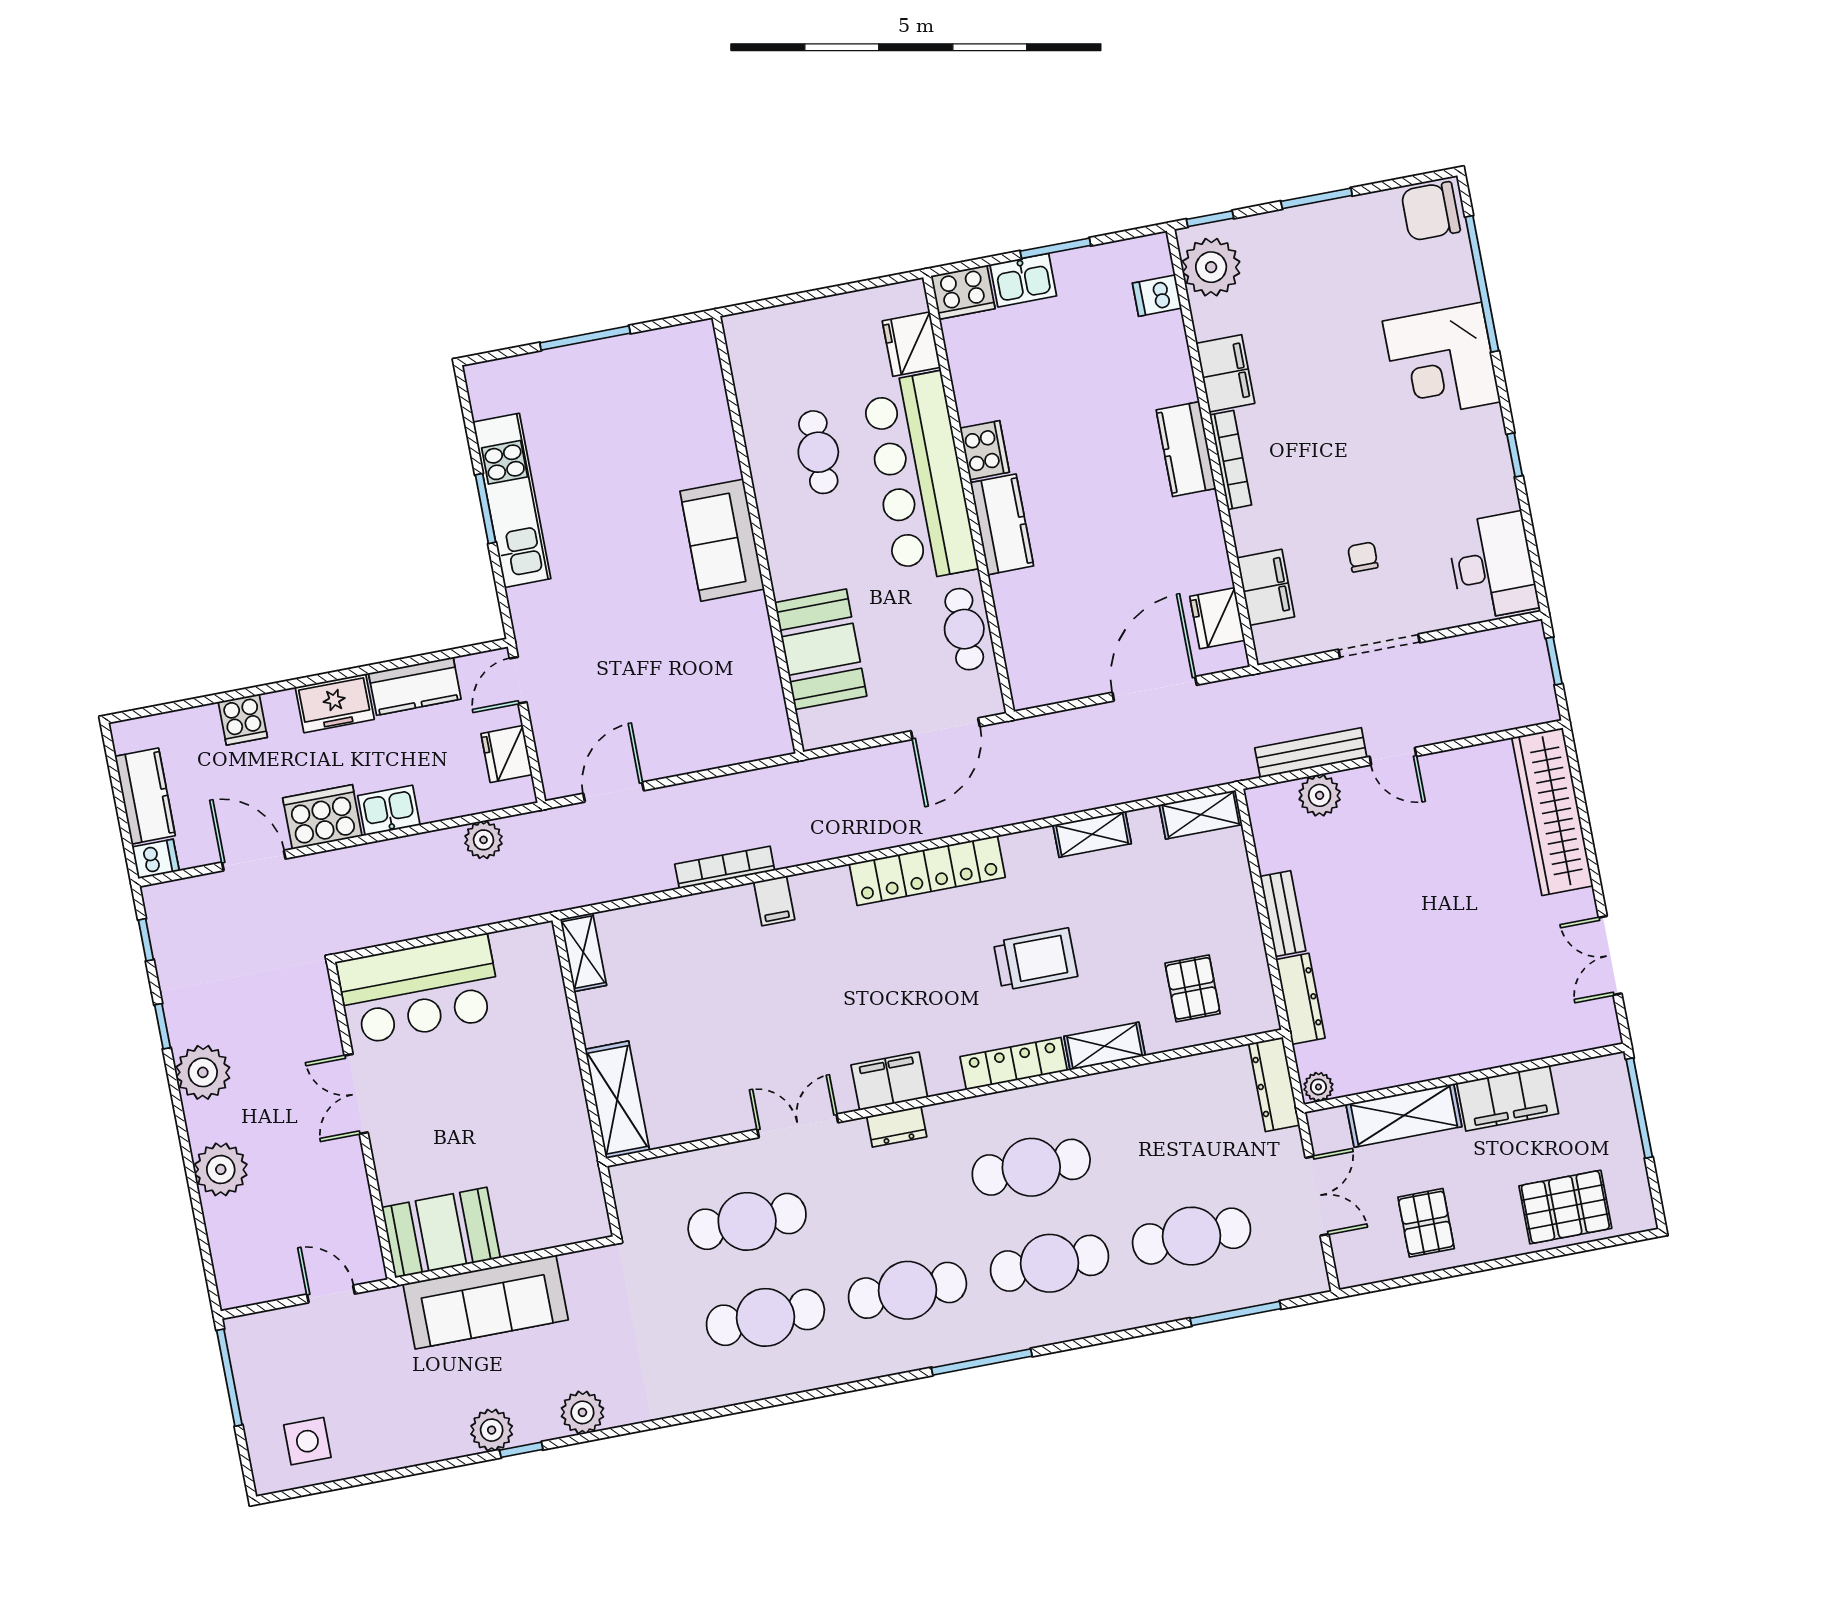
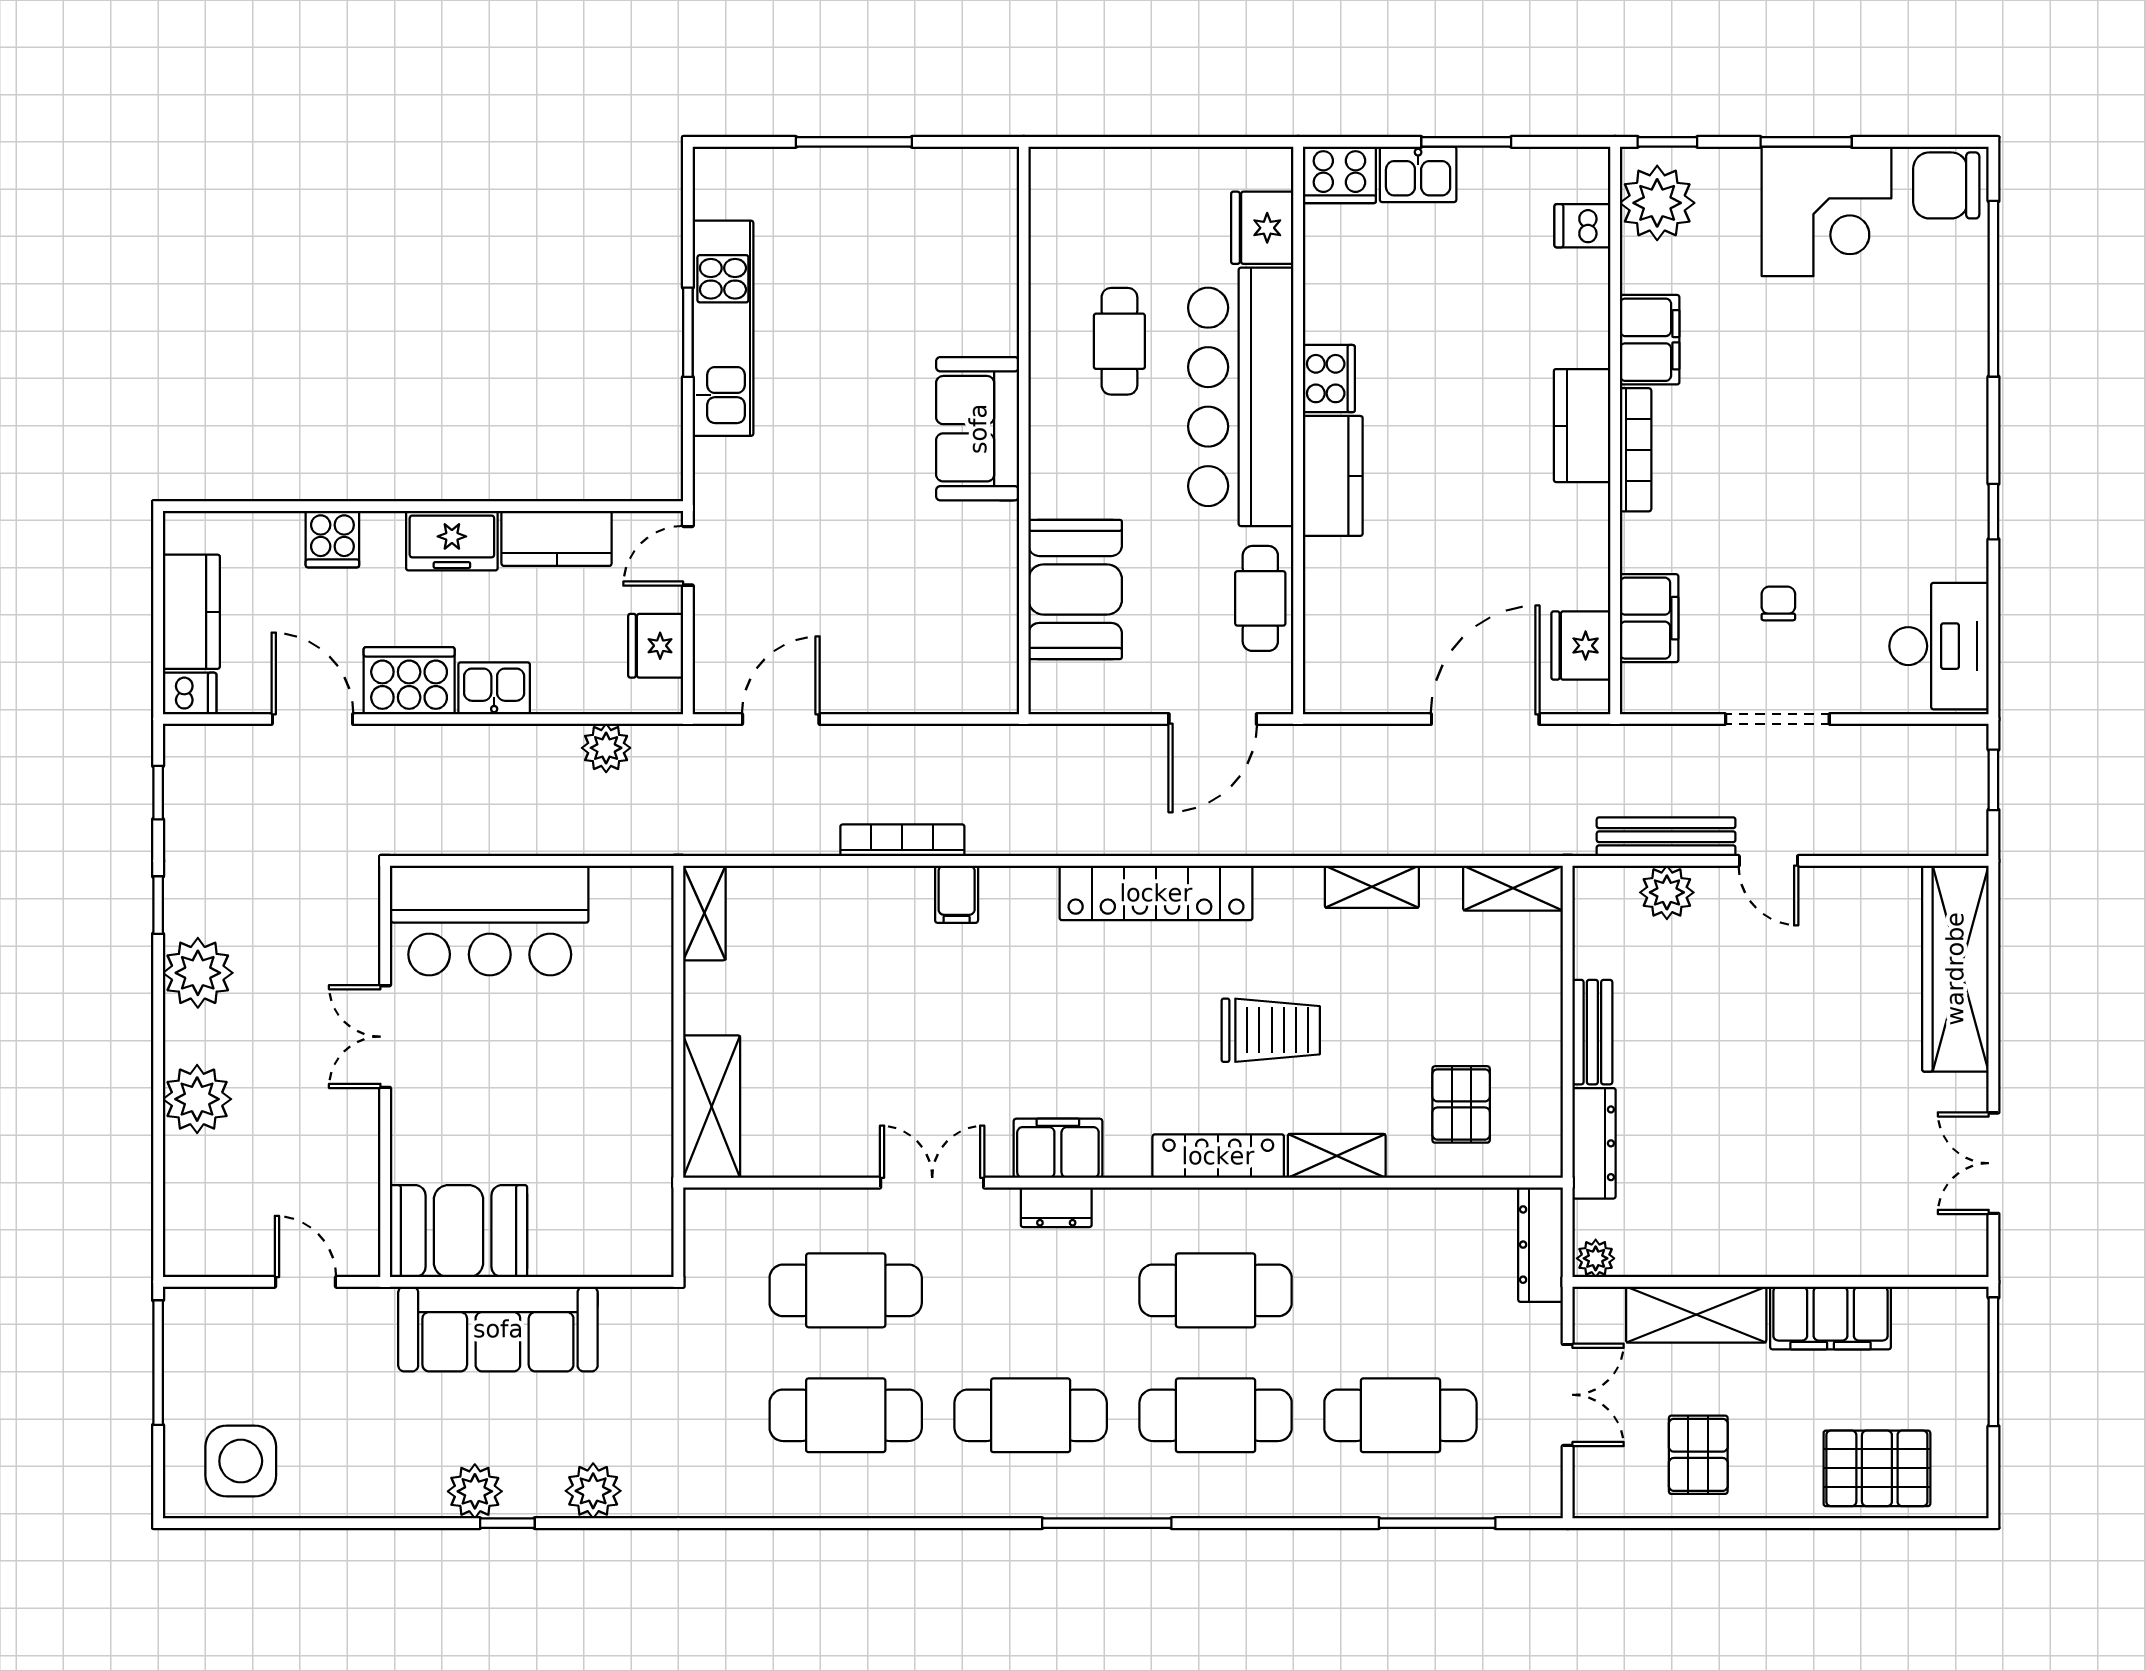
corner desk: (1441, 362) -> (1826, 211), moved, turned -90
side table: (307, 1441) -> (241, 1461), width x1.37, depth x1.37

